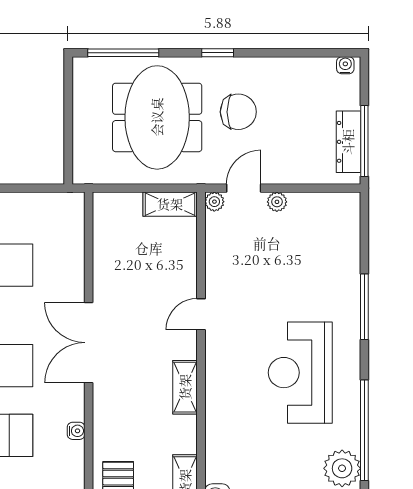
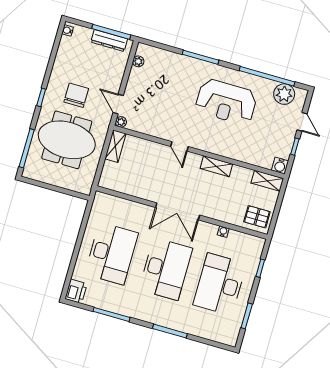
plant: (277, 202) -> (138, 61), moved

